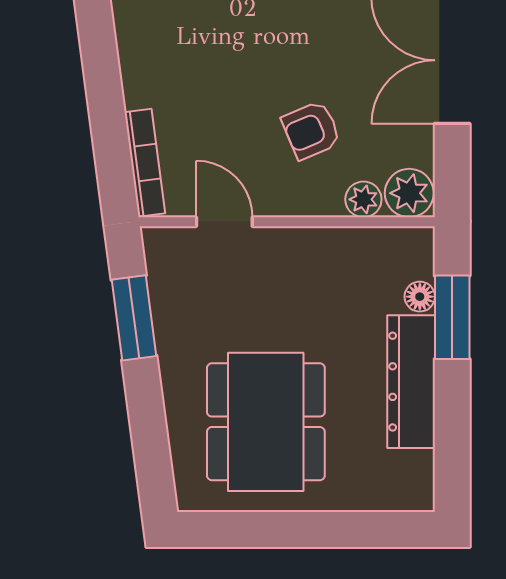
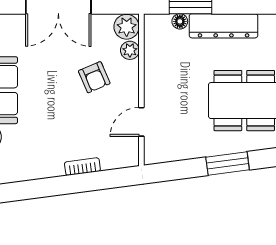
bookcase: (145, 163) -> (82, 167), moved, width x0.64
window: (134, 318) -> (228, 163), moved

